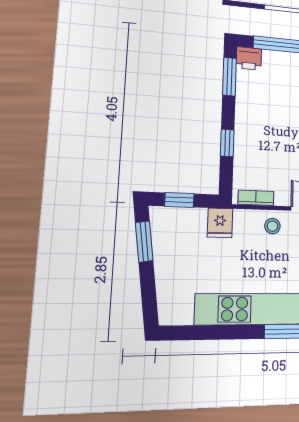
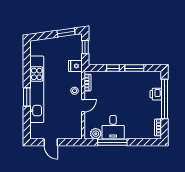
printer: (249, 58) -> (156, 94), moved
window: (229, 77) -> (134, 68), moved

